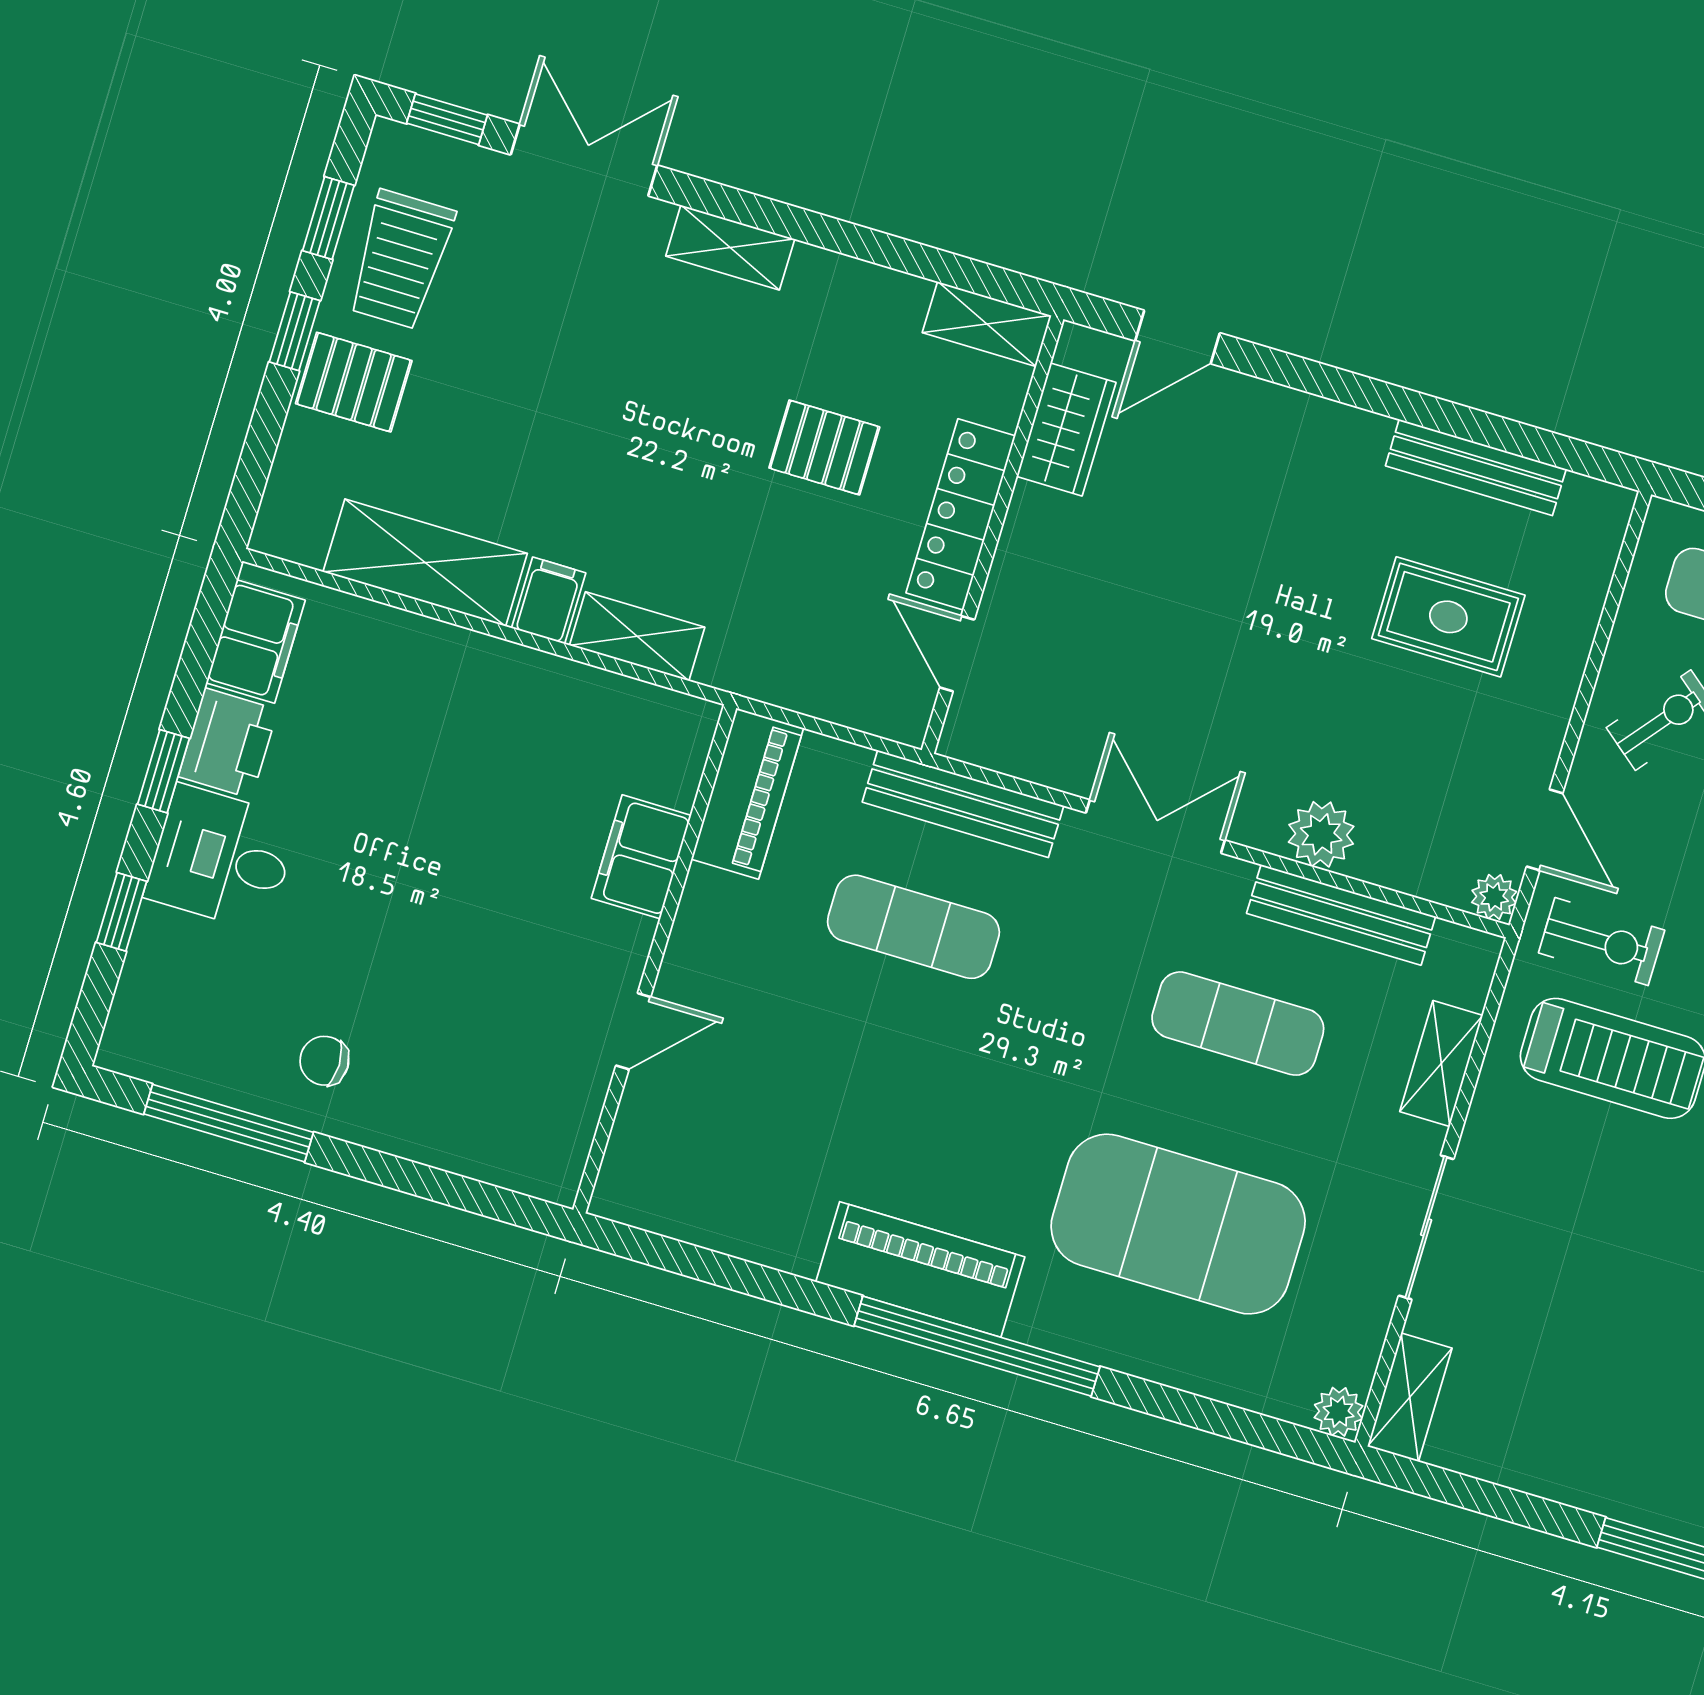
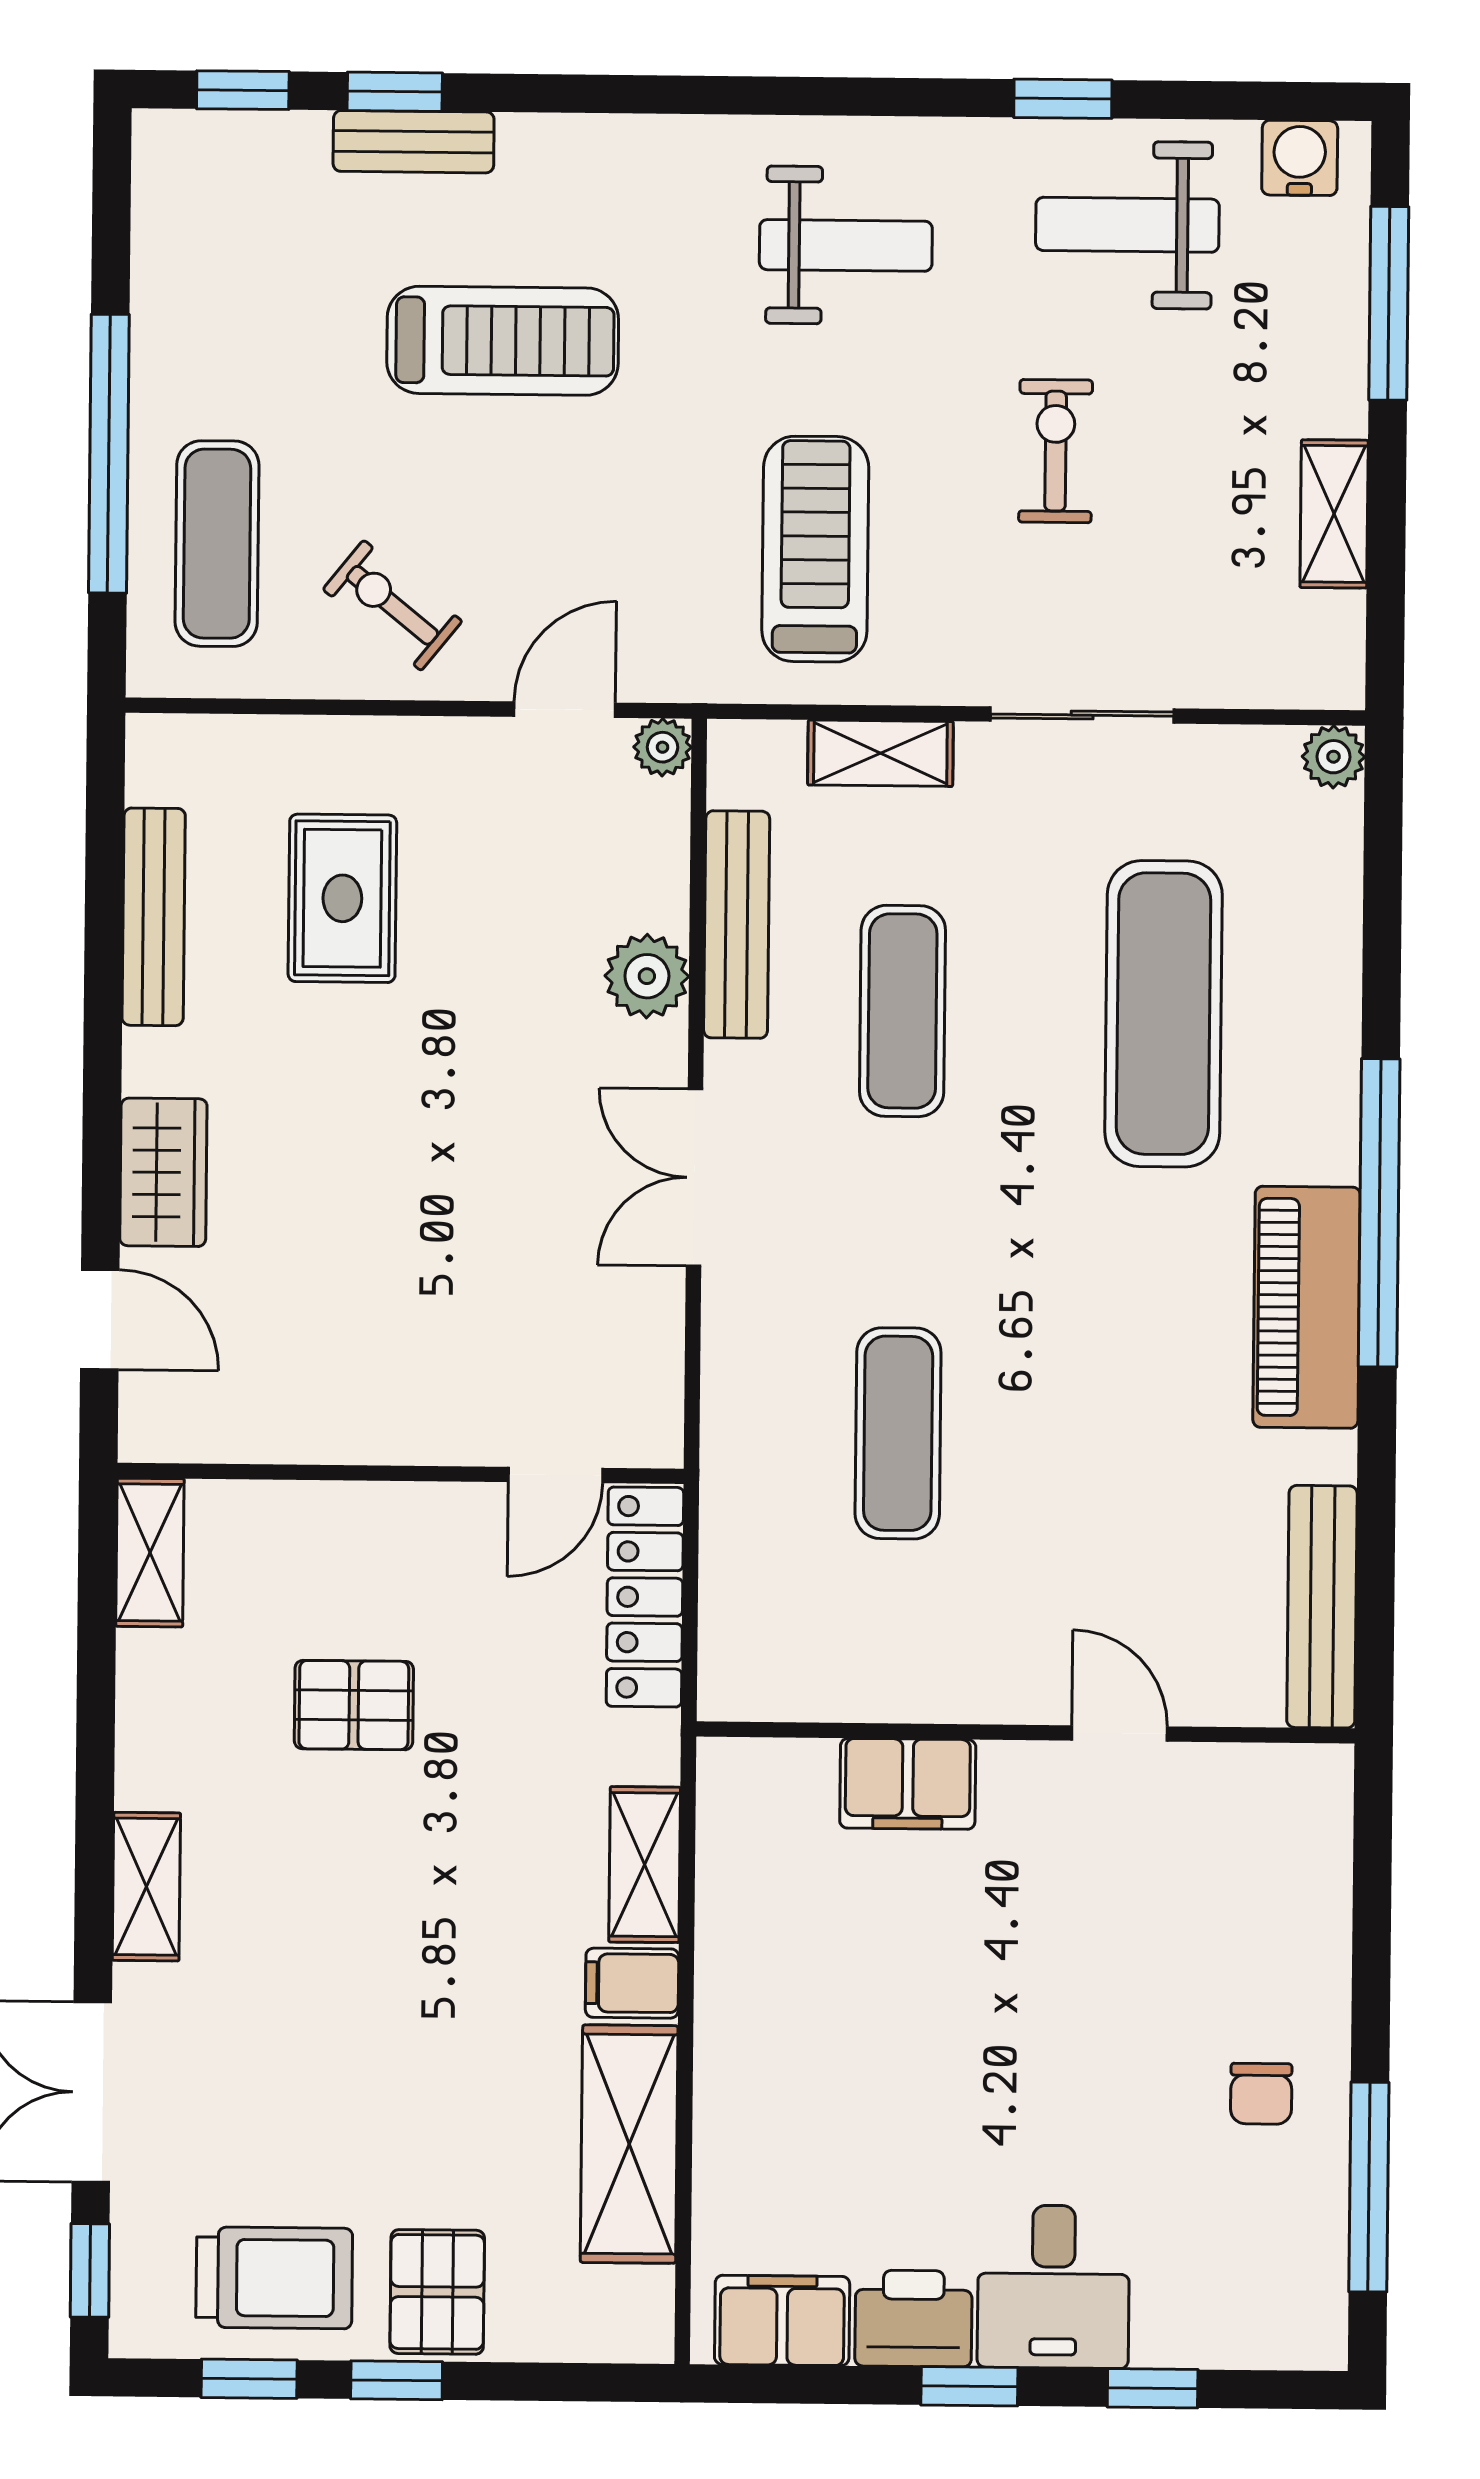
wardrobe: (1066, 429) -> (163, 1172), moved, turned 90
pallet: (824, 447) -> (354, 1705), turned 90
locker: (961, 514) -> (645, 1597), moved, turned 90
piano: (747, 794) -> (795, 1678), removed
bench: (963, 804) -> (1322, 1607), moved
exercise bike: (1602, 942) -> (1056, 451), moved
exercise mat: (1178, 1224) -> (1164, 1014), width x0.68
shelving: (1410, 1397) -> (1334, 514), moved, turned 90

